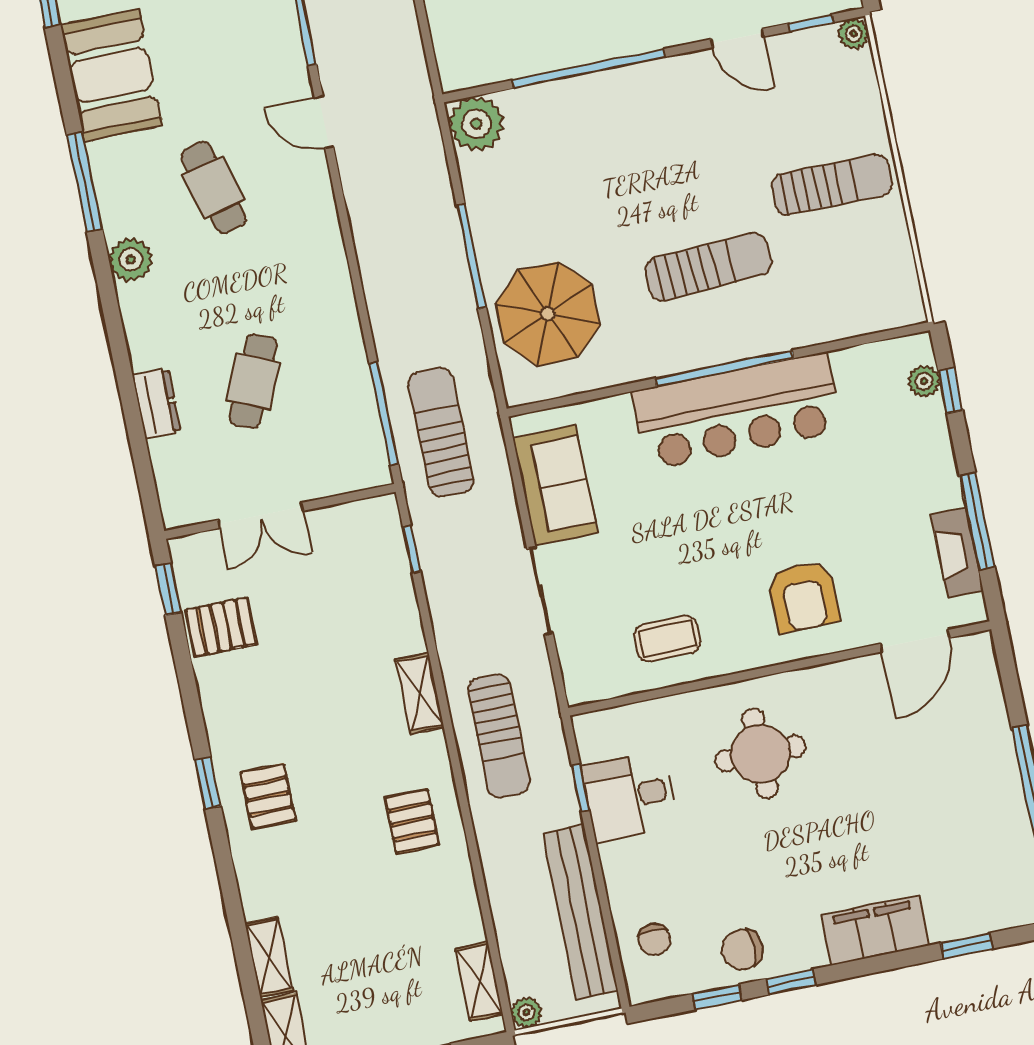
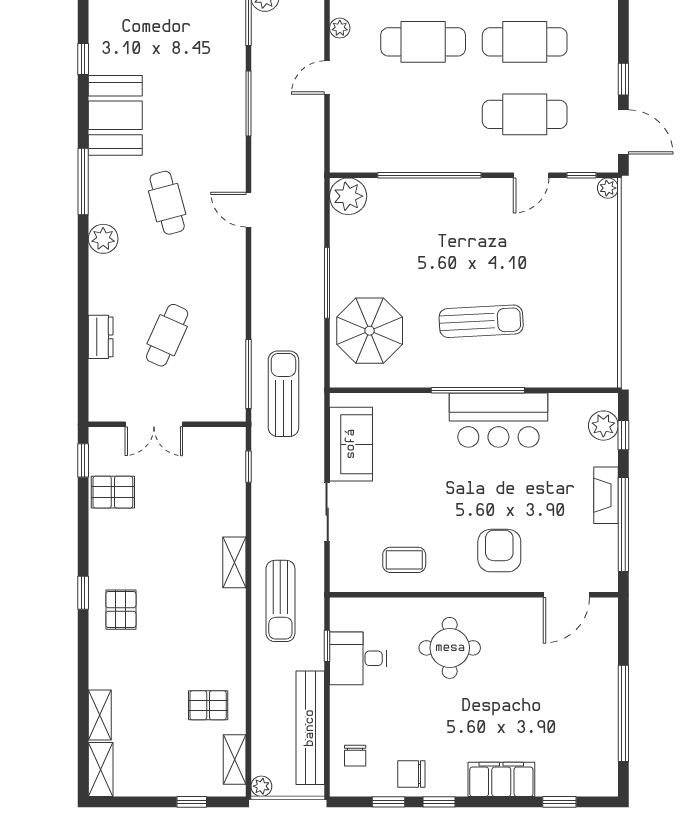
door: (737, 38) -> (531, 175), hinge flipped
door: (324, 122) -> (248, 210), moved
sun lounger: (832, 185) -> (573, 284), removed
plant: (924, 381) -> (603, 426), width x1.38, depth x1.38
bar counter: (737, 411) -> (498, 420), width x0.73
window: (977, 521) -> (623, 524), width x1.46
fireplace: (957, 552) -> (606, 495), moved
armchair: (804, 596) -> (499, 551), turned 180
pallet: (412, 821) -> (208, 705), moved, turned 90

